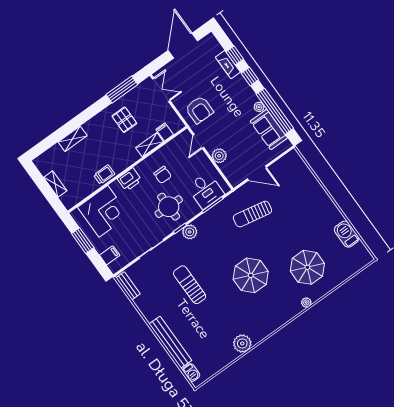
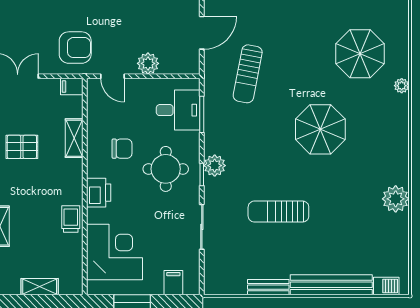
filing cabinet: (165, 132) -> (72, 87), moved
bench: (128, 286) -> (268, 287), moved

